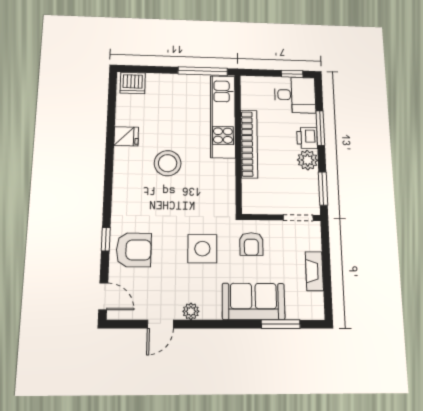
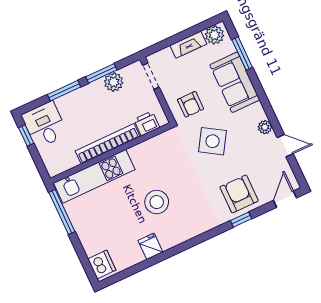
printer: (307, 138) -> (147, 123), moved, turned 180
plant: (308, 160) -> (114, 82), moved
window: (323, 188) -> (101, 73), moved
armchair: (251, 244) -> (190, 104), turned 90
side table: (202, 249) -> (213, 141), turned 32
plant: (313, 304) -> (215, 35), added

